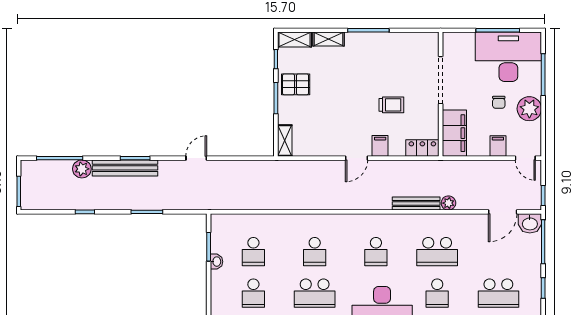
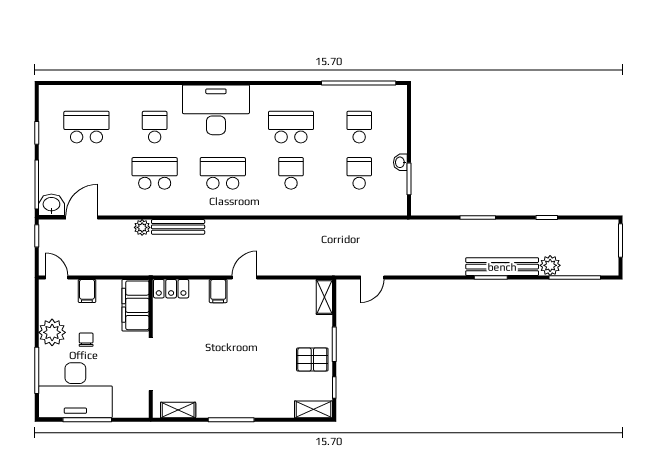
shelving: (328, 39) -> (178, 410), moved
trolley: (391, 105) -> (206, 337), removed
door: (196, 158) -> (372, 277), moved
school desk: (376, 252) -> (223, 173), width x1.85

